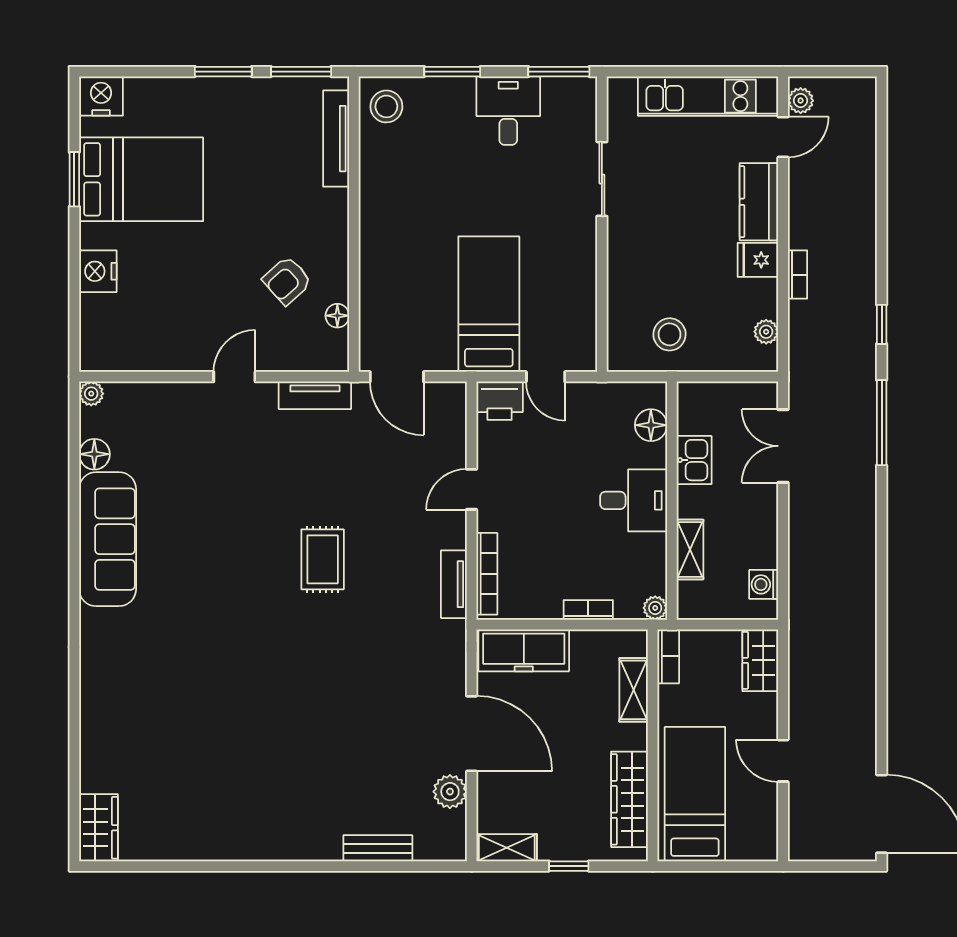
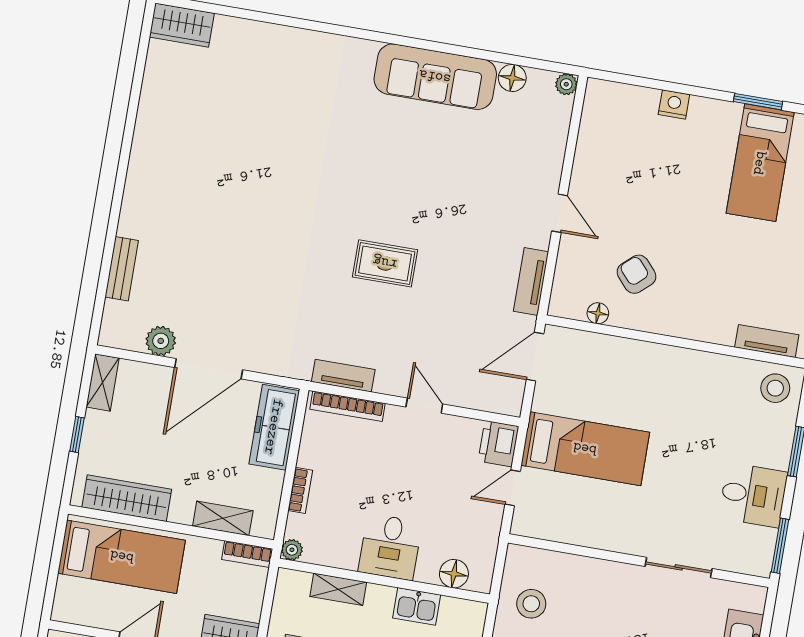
tv unit: (336, 139) -> (767, 341), width x0.71
bed: (141, 179) -> (760, 163), width x0.67
nightstand: (98, 271) -> (674, 104), width x0.74, depth x0.75

